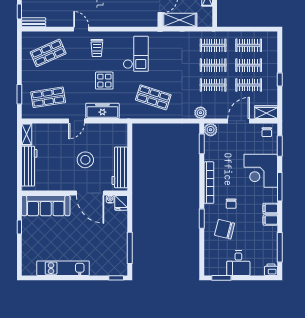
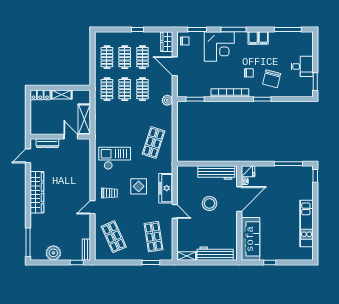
plant: (211, 130) -> (183, 91), removed
printer: (271, 270) -> (308, 37), removed

